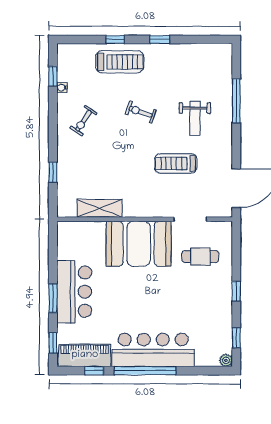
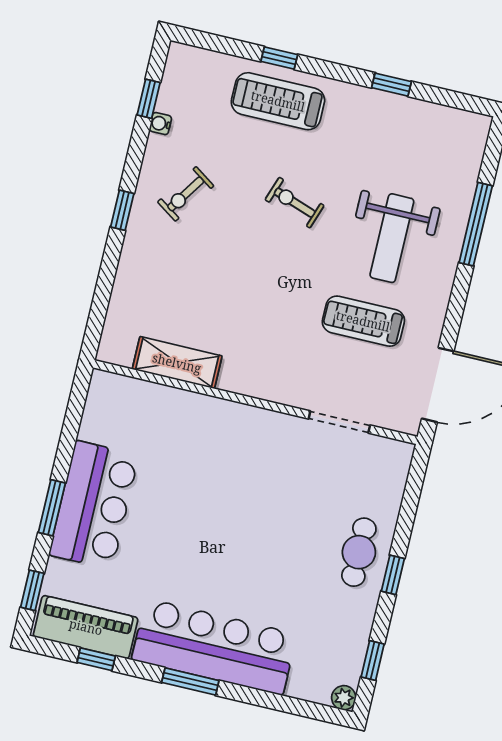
window: (160, 39) -> (391, 85), moved
treadmill: (120, 62) -> (278, 101), turned 180
weight bench: (195, 118) -> (392, 238), width x1.36, depth x1.33
treadmill: (176, 163) -> (363, 321), moved
window: (53, 172) -> (122, 210), moved
booth: (139, 244) -> (234, 445), removed
cafe table: (200, 257) -> (359, 552), moved, turned 90
window: (145, 371) -> (190, 682), width x0.47

